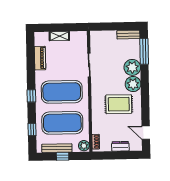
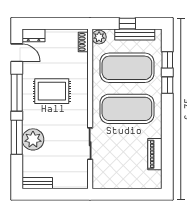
shelving: (59, 36) -> (129, 183), removed
window: (144, 51) -> (17, 137), moved
plant: (133, 84) -> (32, 117), removed
window: (31, 96) -> (167, 85), moved
window: (145, 103) -> (17, 93), added
dresser: (120, 146) -> (34, 35), moved

